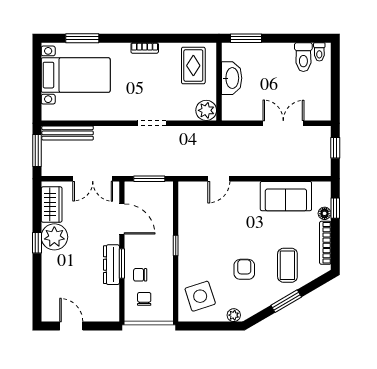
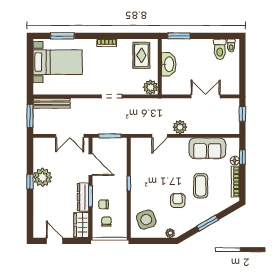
plant: (247, 166) -> (180, 127), added
wardrobe: (52, 204) -> (81, 225), moved, turned 180
coffee table: (287, 265) -> (201, 186), moved

